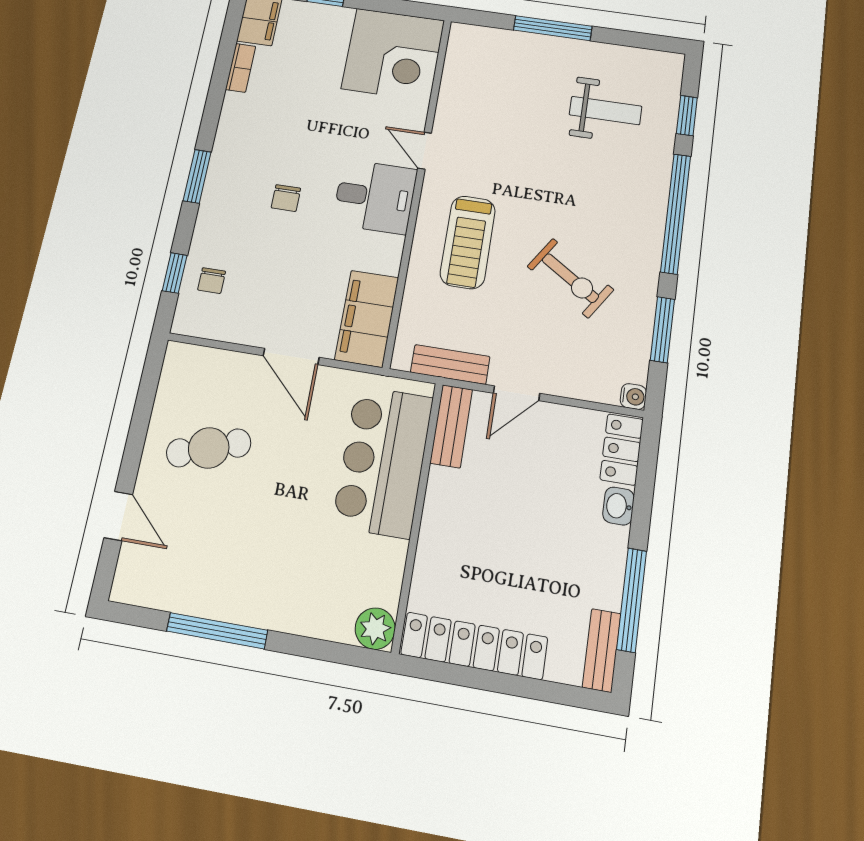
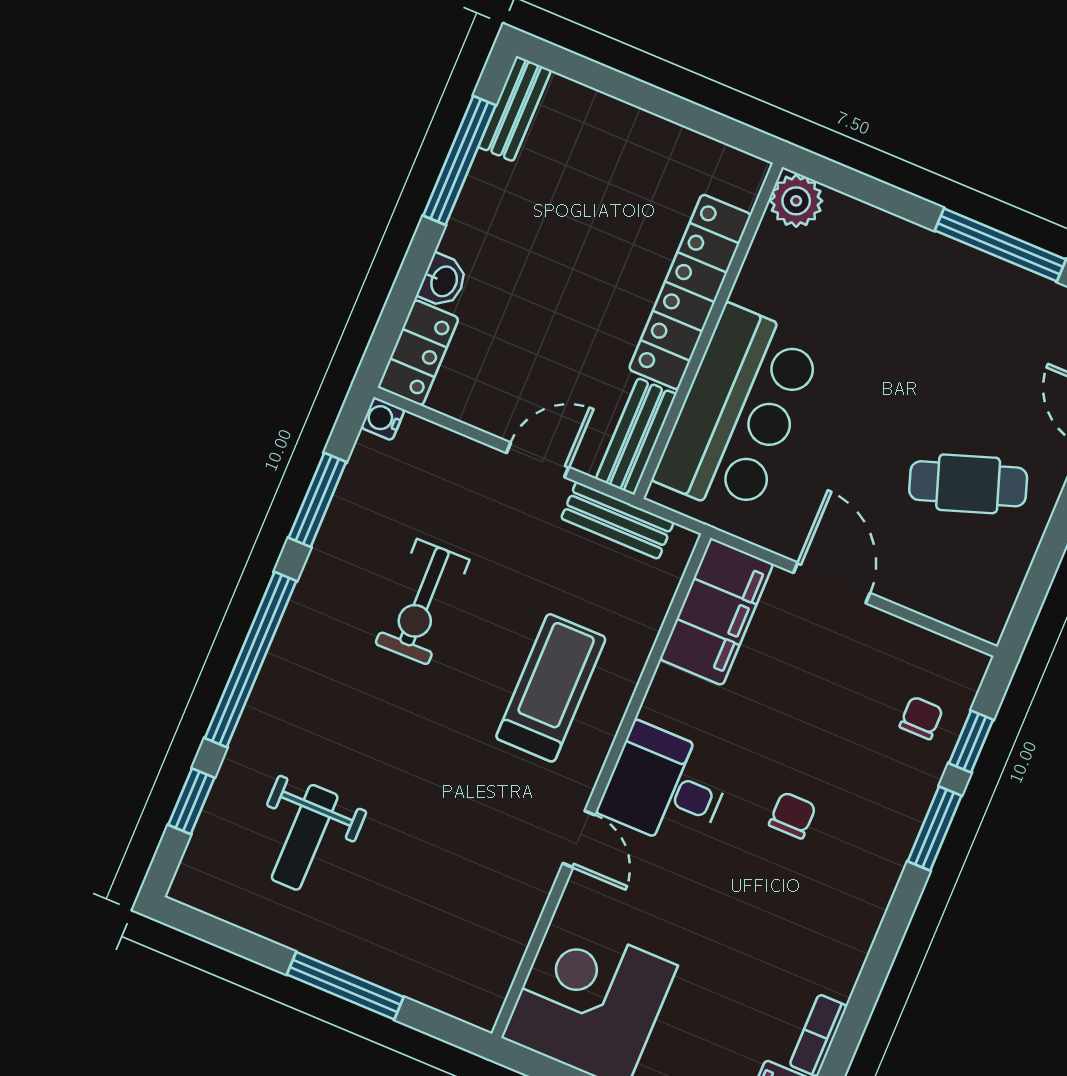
weight bench: (606, 111) -> (305, 837), turned -90
window: (197, 176) -> (935, 829), moved
exercise bike: (570, 278) -> (422, 602), turned -124
locker: (474, 646) -> (690, 292), moved, turned 90

